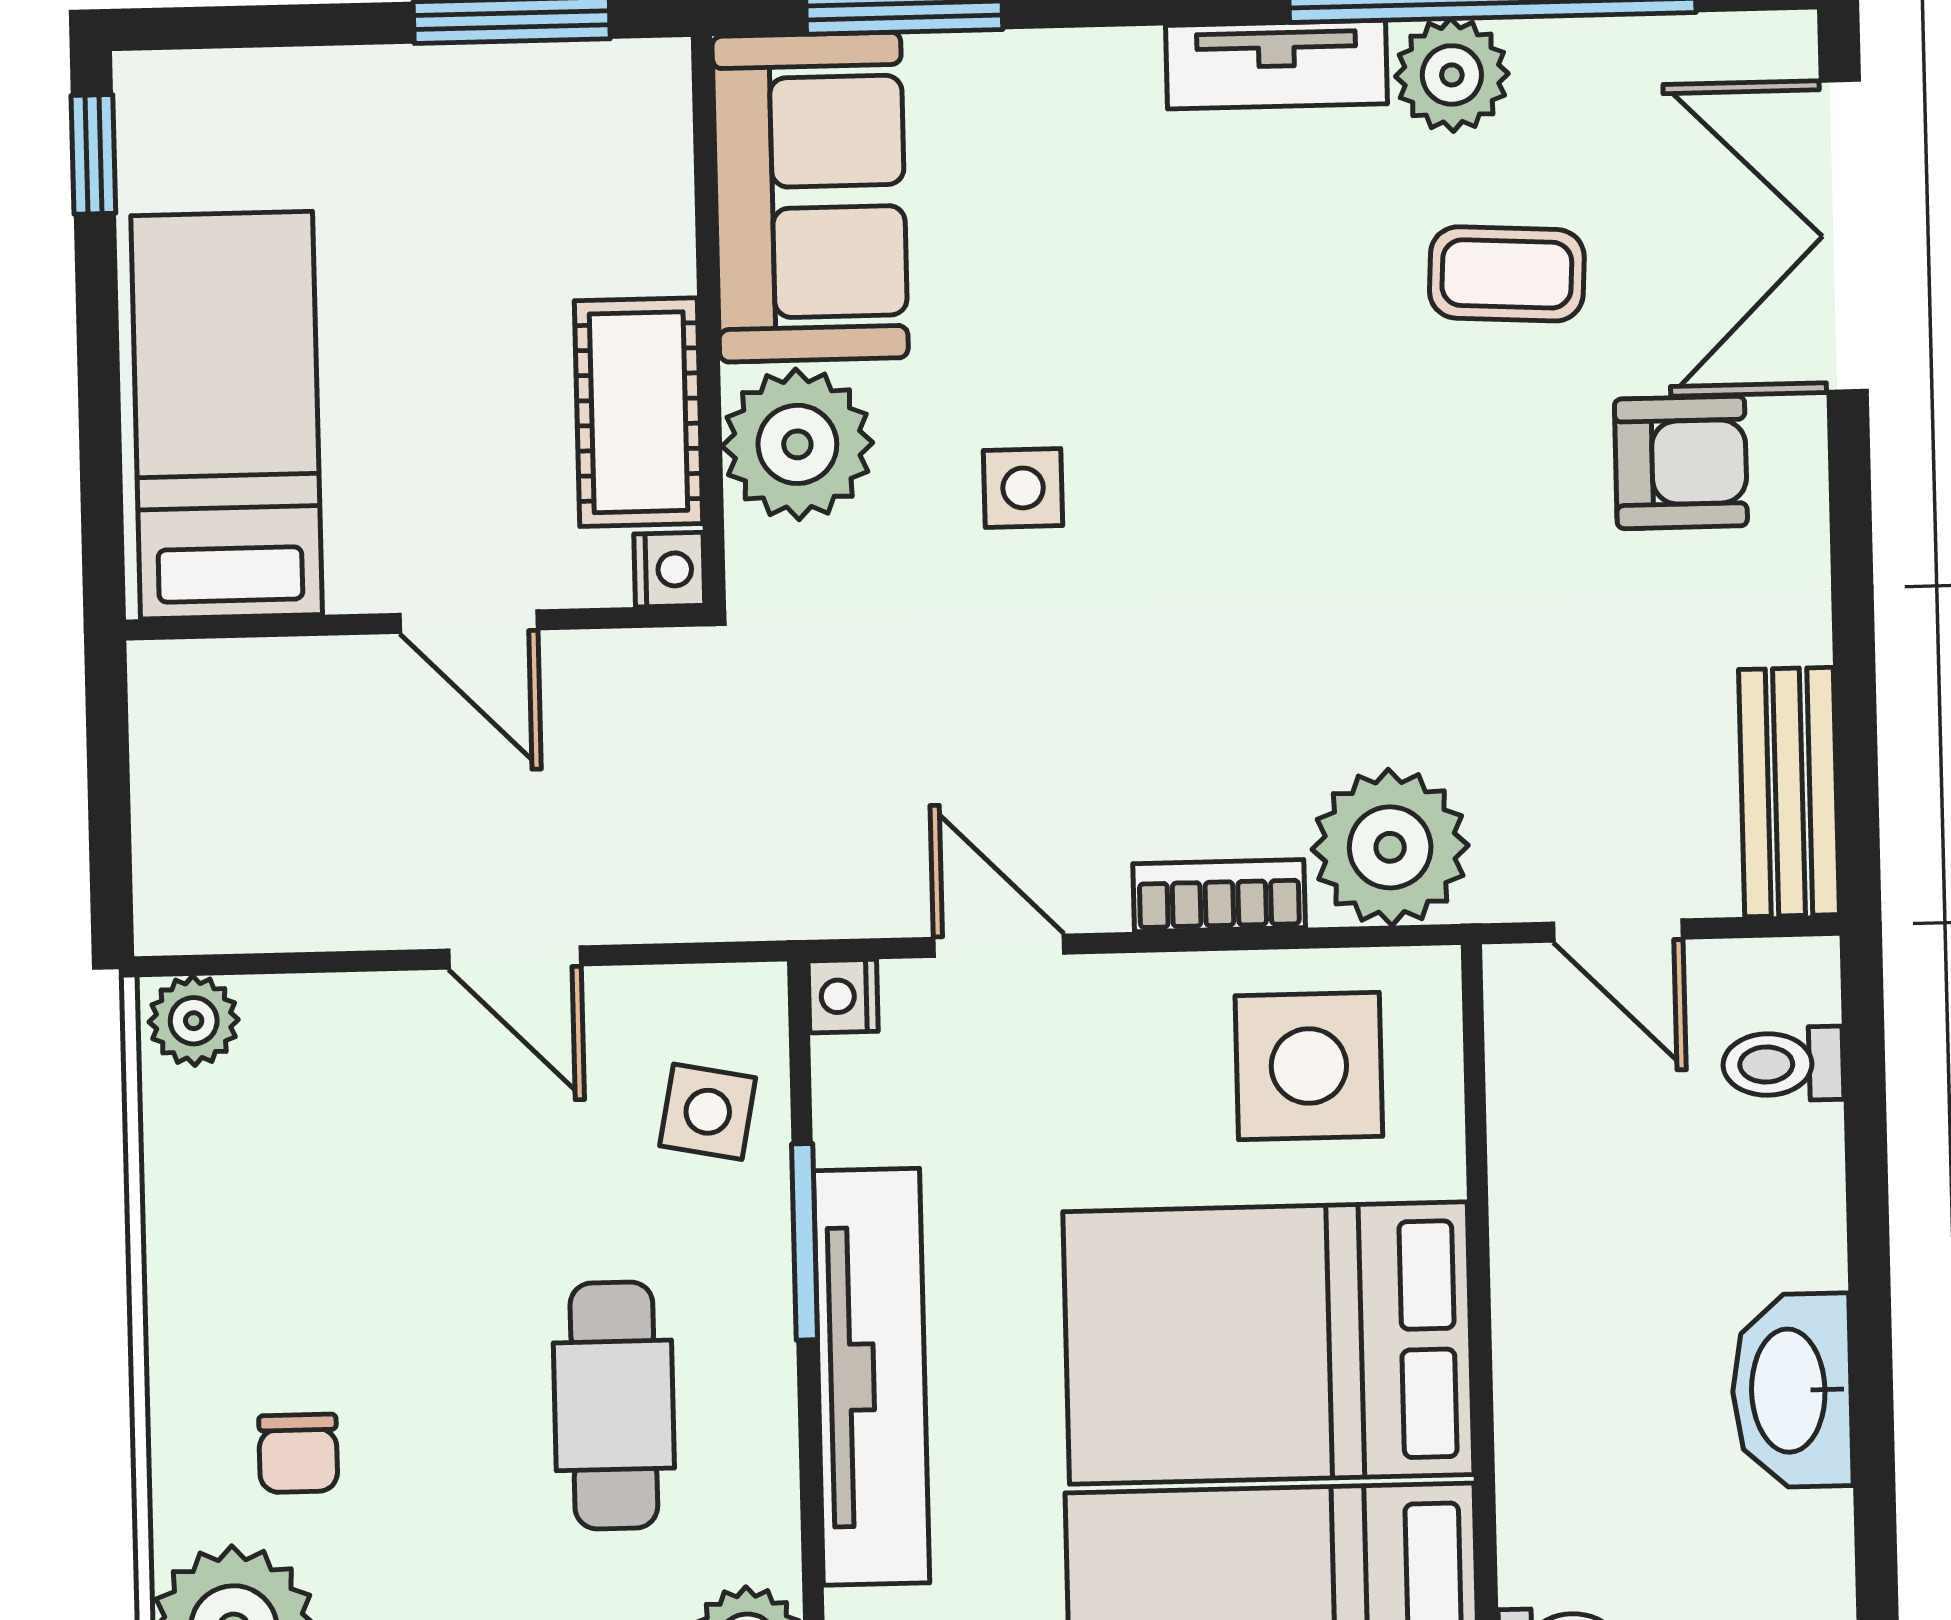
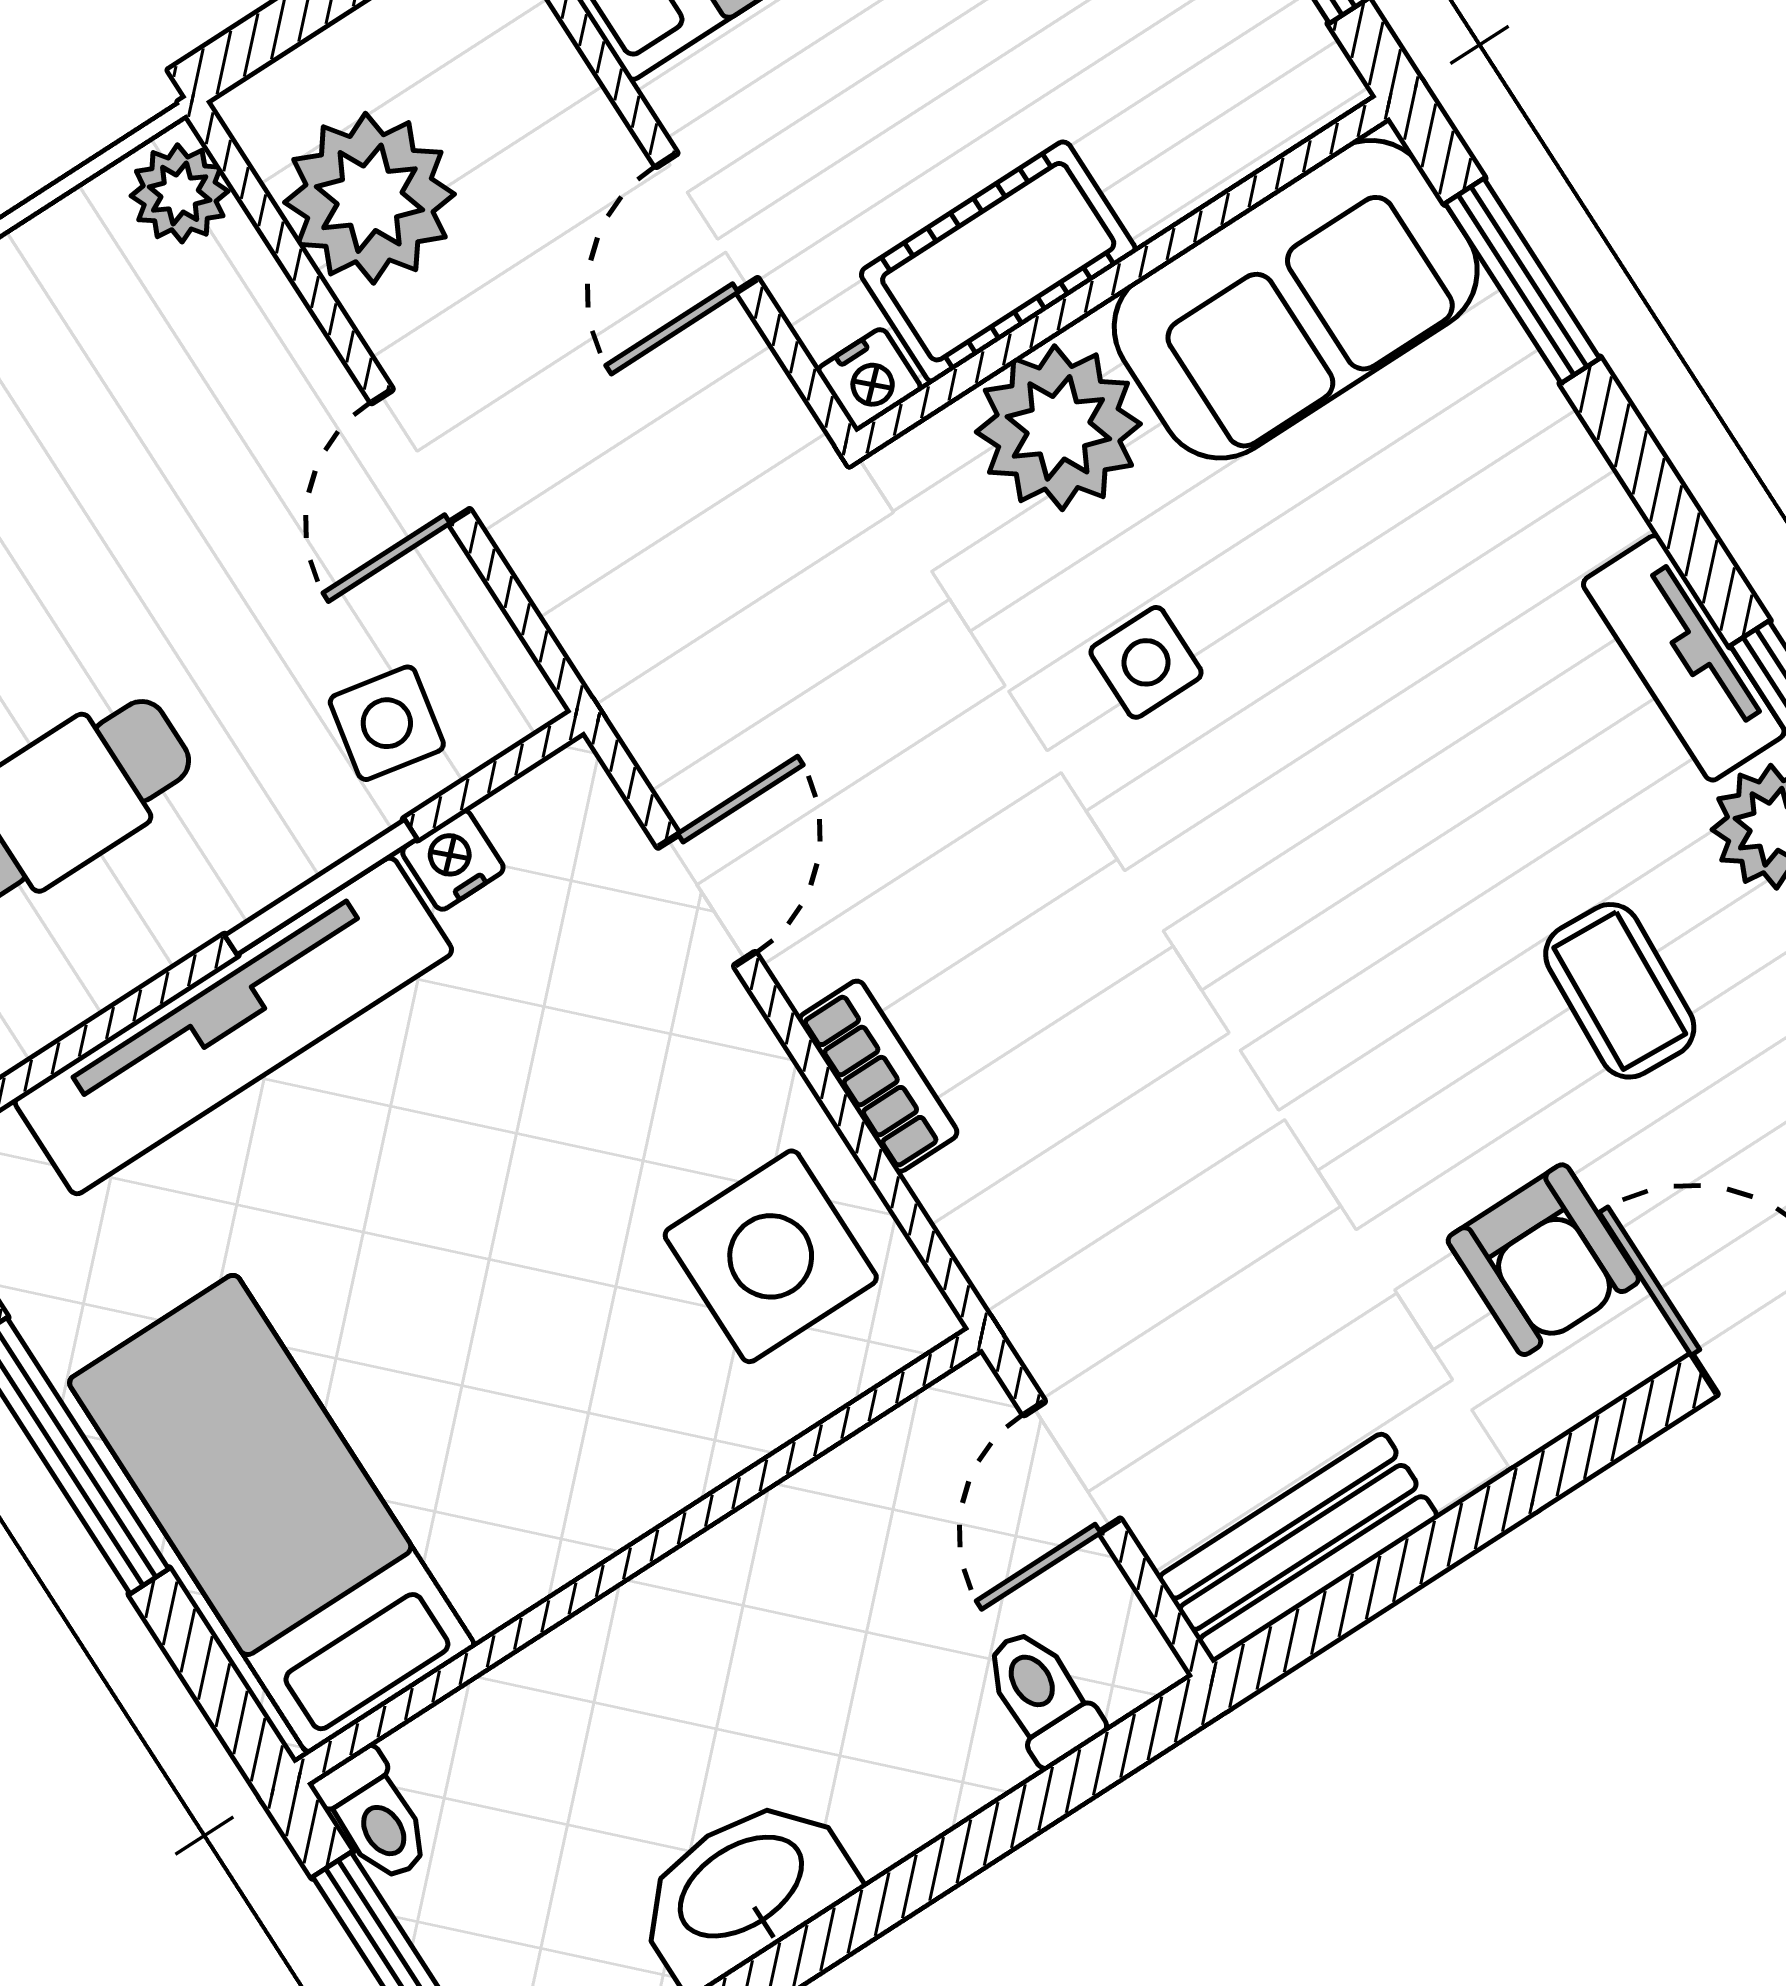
plant: (1390, 847) -> (370, 198), moved
nightstand: (843, 996) -> (453, 860), moved
bed: (1268, 1343) -> (490, 1376), removed

